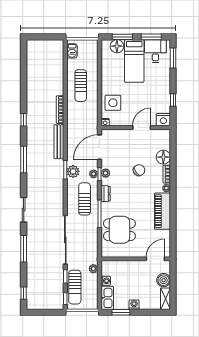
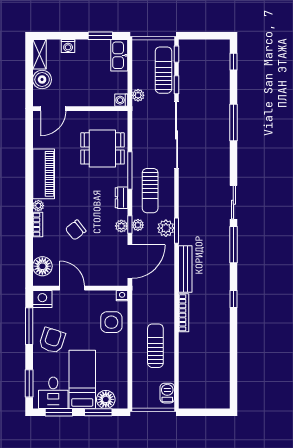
armchair: (156, 89) -> (52, 340), added
window: (173, 100) -> (29, 326), width x2.17
door: (142, 128) -> (72, 288), swing flipped
floor lamp: (163, 157) -> (42, 266), moved
sliding door: (24, 210) -> (233, 202), moved
washing machine: (106, 281) -> (121, 100), moved
washing machine: (134, 305) -> (68, 46), moved

